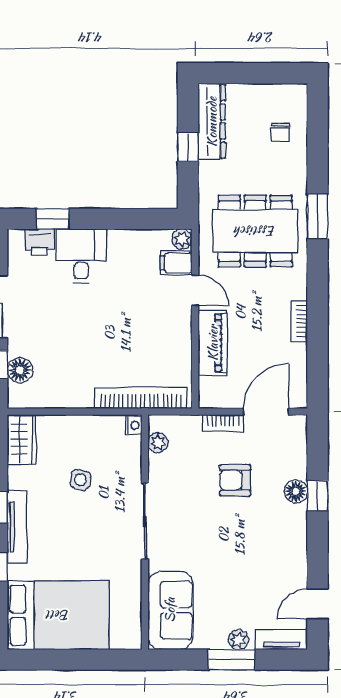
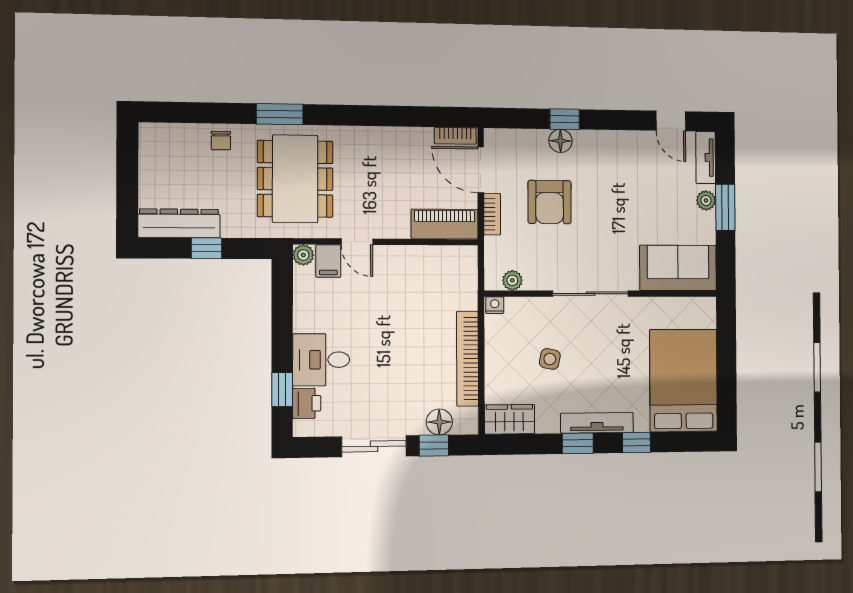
chair: (280, 132) -> (221, 141), moved, turned 90
door: (195, 290) -> (357, 242), swing flipped
bookcase: (299, 321) -> (455, 136), moved
piano: (213, 343) -> (445, 224), moved
bookcase: (141, 398) -> (468, 359), moved
armchair: (235, 480) -> (550, 202), width x1.38, depth x1.38

